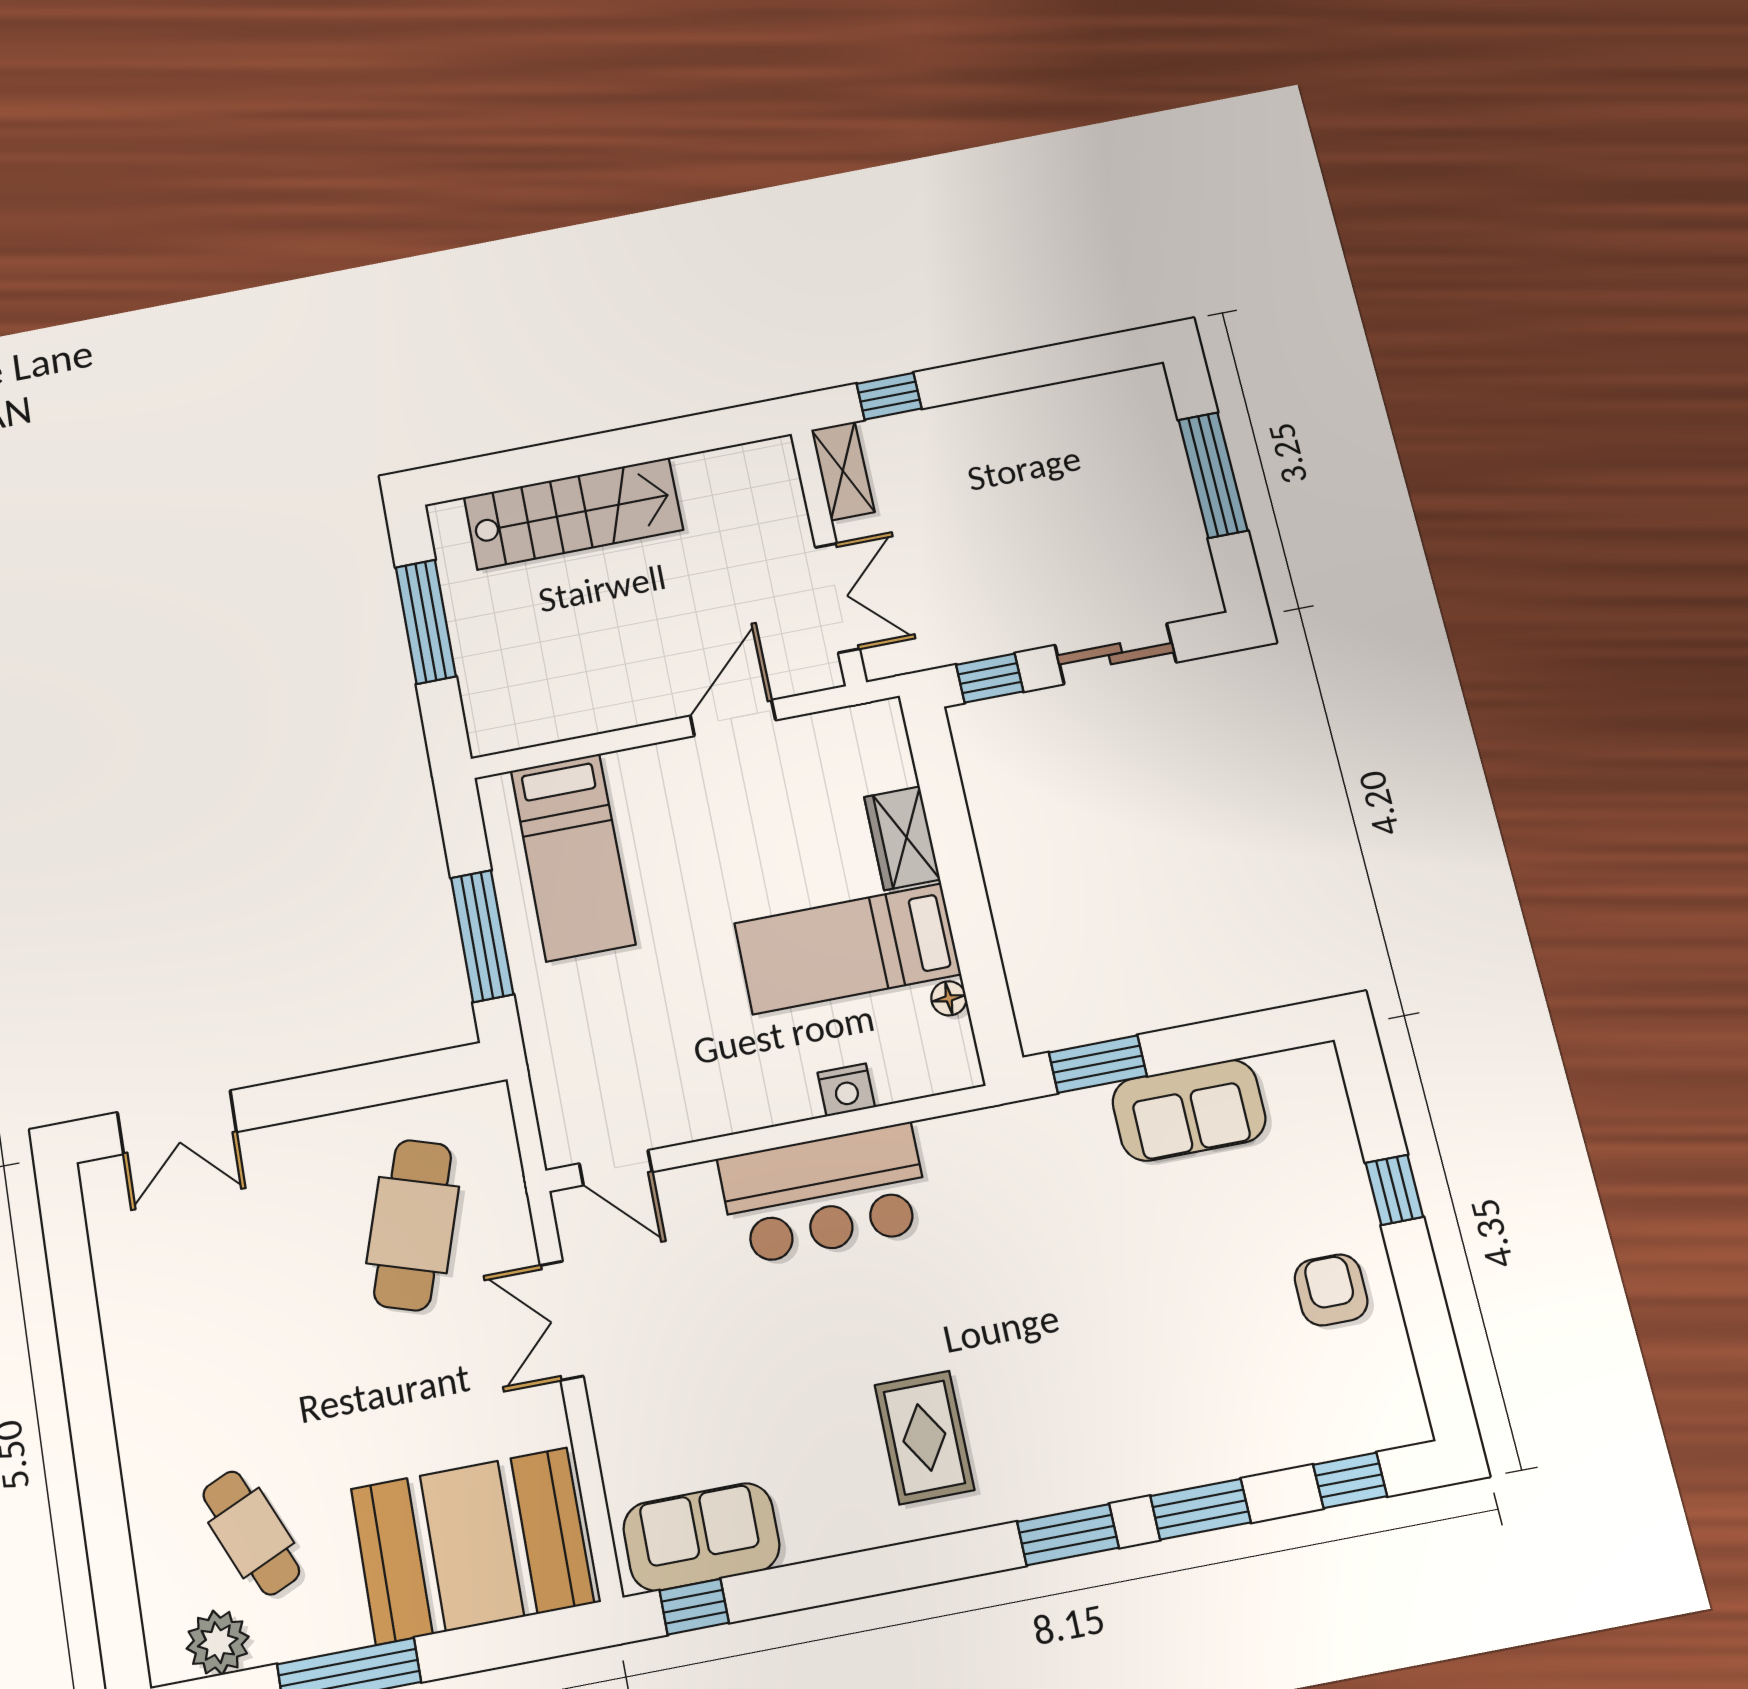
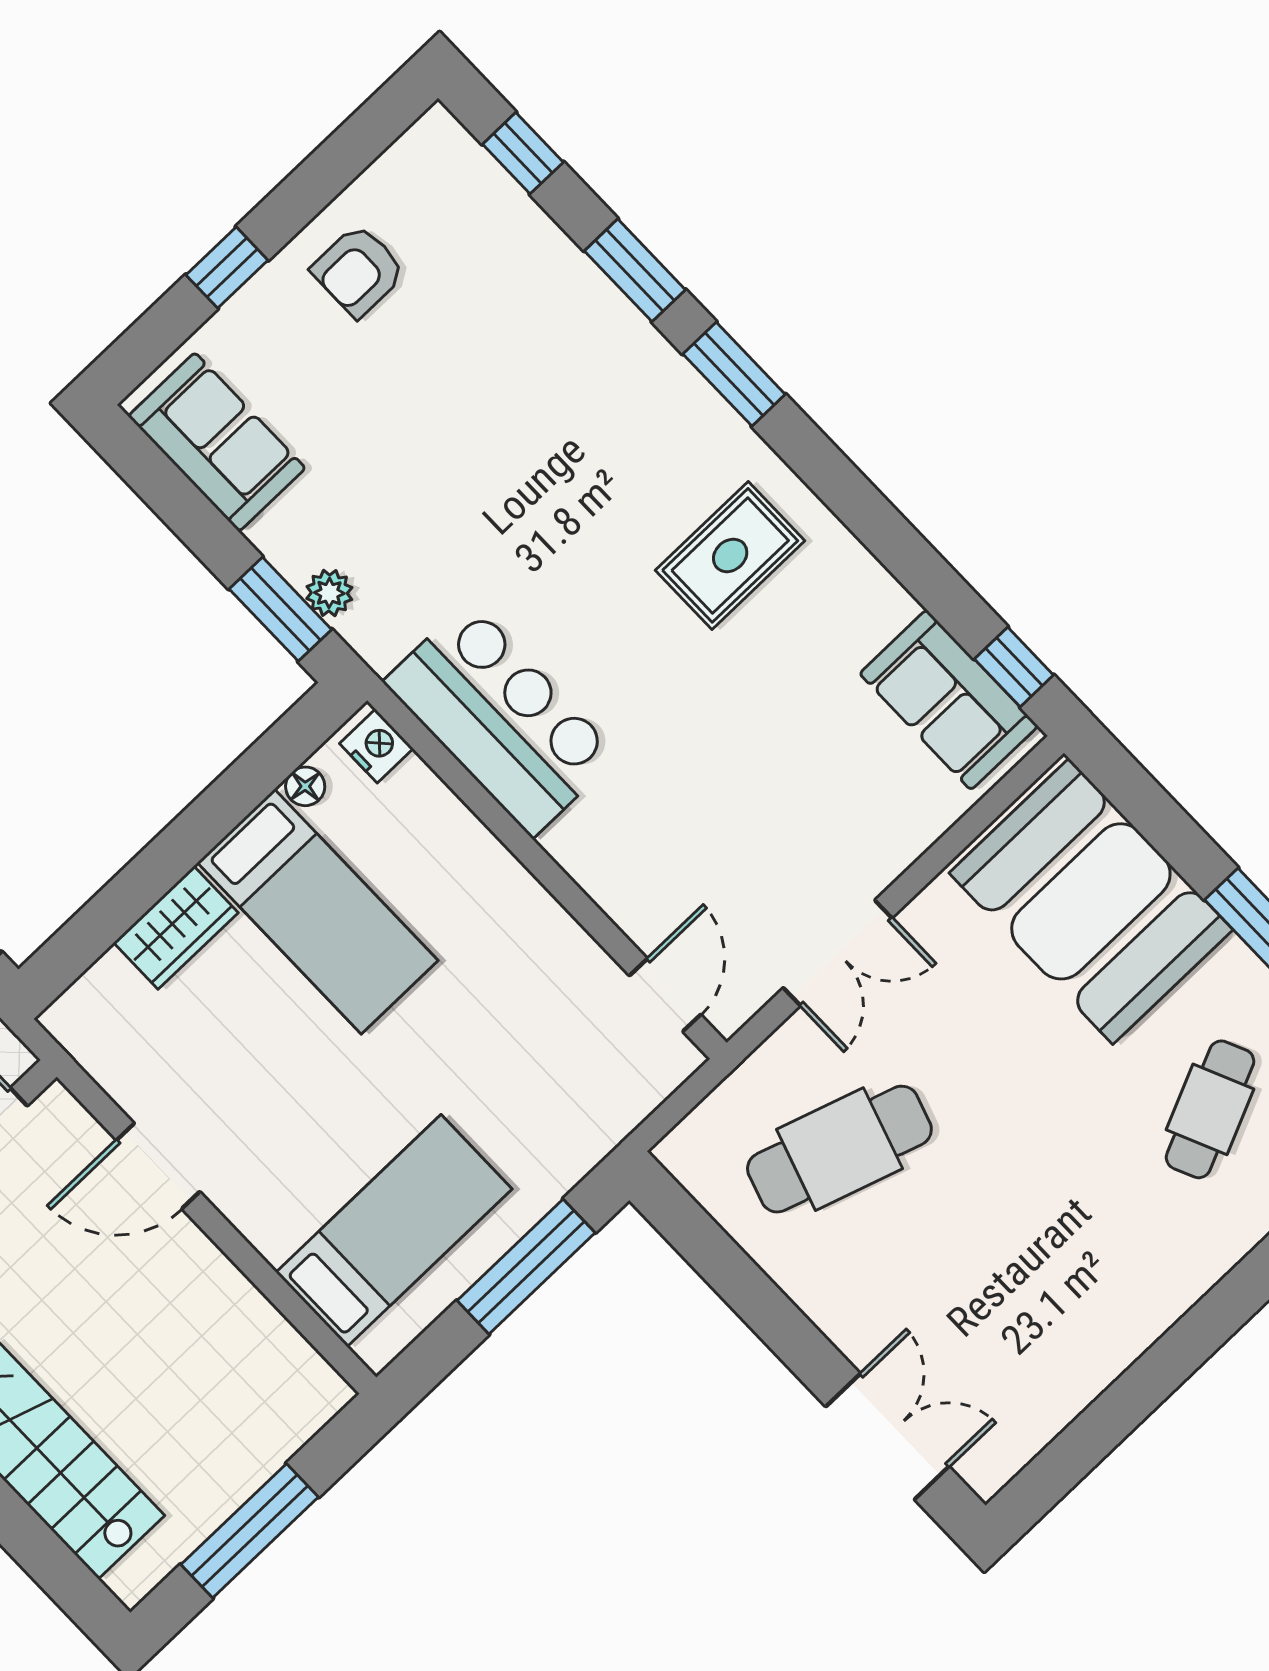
nightstand: (846, 1090) -> (376, 746), moved
plant: (1087, 1109) -> (329, 593), added
sofa: (1189, 1110) -> (217, 442), moved
bar counter: (825, 1194) -> (501, 719), moved

